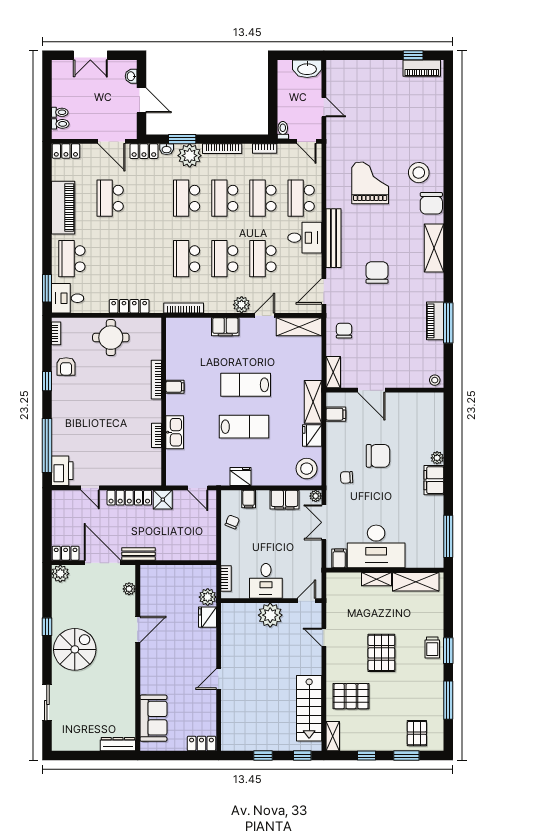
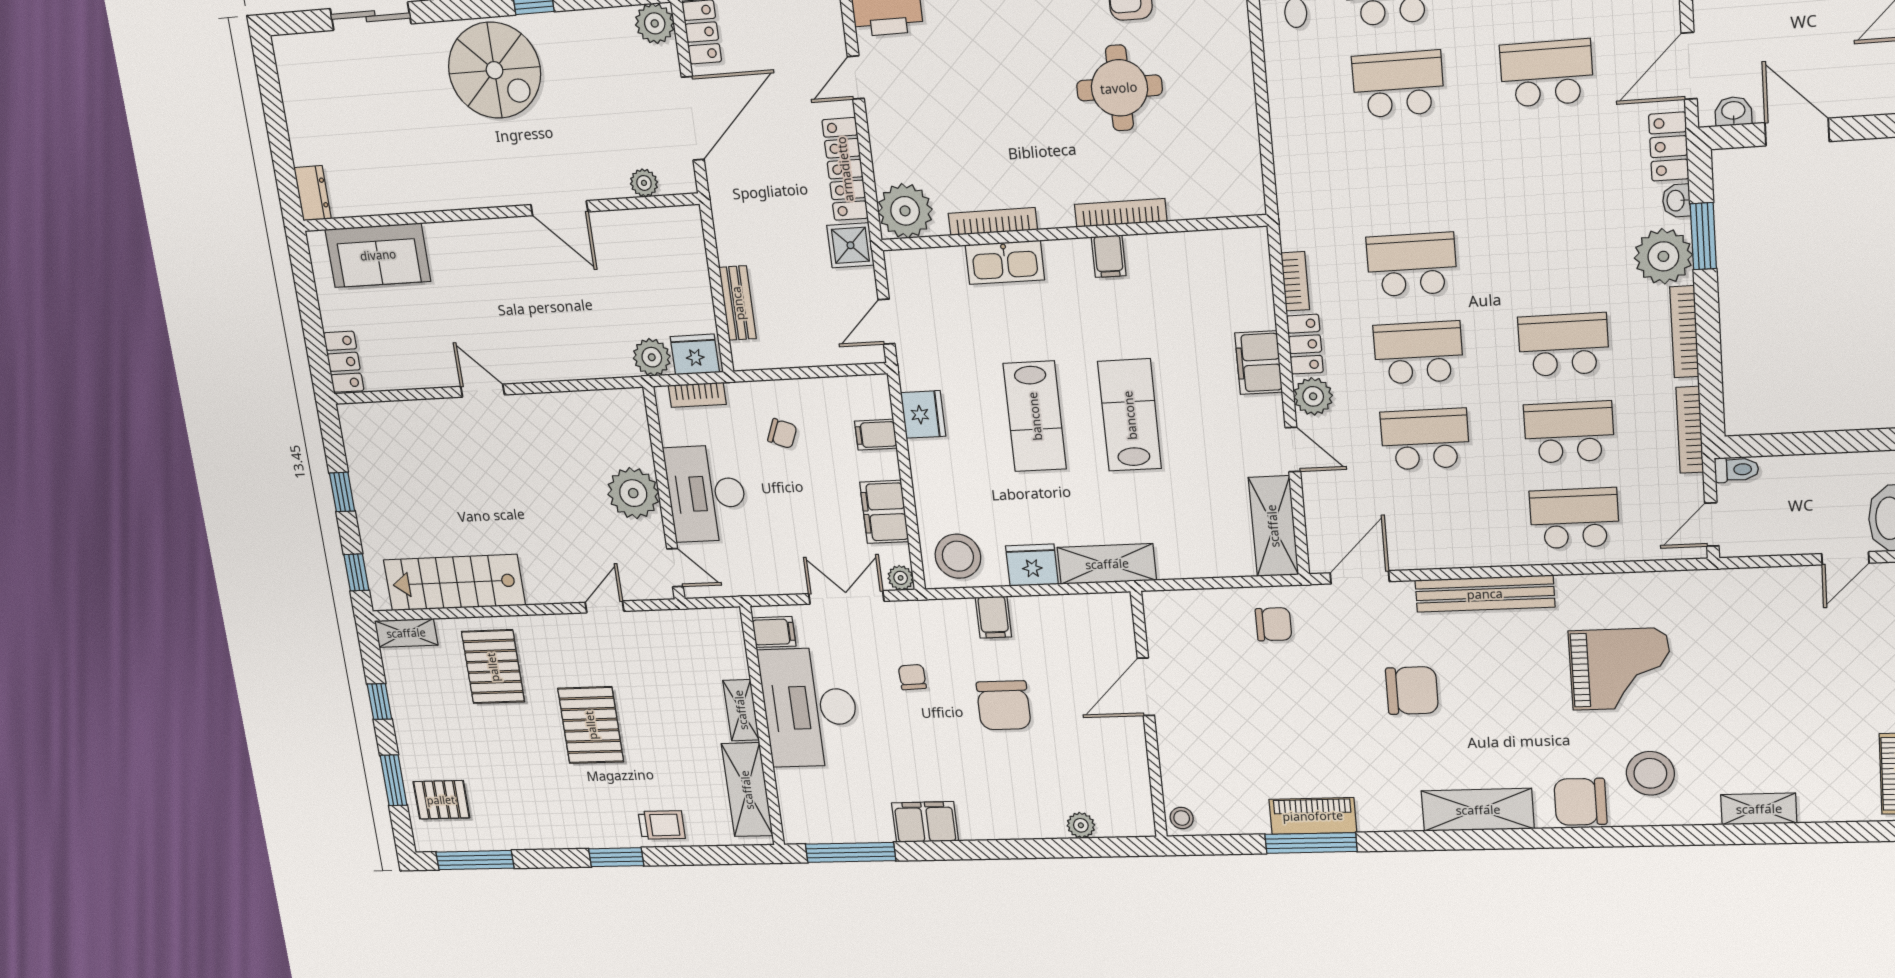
washbasin: (131, 76) -> (1733, 111), moved
door: (142, 100) -> (1797, 132), swing flipped
door: (324, 107) -> (1845, 558), moved
bookcase: (265, 149) -> (1690, 430), width x1.56
school desk: (187, 198) -> (1398, 84), moved
desk: (305, 238) -> (1481, 530), removed
door: (324, 291) -> (1360, 577), hinge flipped
locker: (129, 306) -> (1305, 344), moved, width x0.66
bookcase: (184, 308) -> (1295, 281), width x0.64
round table: (111, 338) -> (1119, 88), moved
shelving: (333, 372) -> (1759, 809), moved
filing cabinet: (336, 414) -> (993, 617), moved
bookcase: (156, 435) -> (993, 222), width x1.56
plant: (437, 458) -> (1081, 825), moved
plant: (149, 473) -> (905, 211), added
chair: (347, 477) -> (912, 677), moved
filing cabinet: (434, 480) -> (925, 822), moved
chair: (232, 522) -> (782, 434), moved
bench: (139, 554) -> (738, 303), moved
desk: (266, 581) -> (706, 493), width x1.37
fridge: (208, 617) -> (695, 354), moved
trolley: (432, 648) -> (662, 825), moved, turned 180
pallet: (381, 653) -> (591, 725), turned 90
window: (448, 700) -> (475, 860), moved
dresser: (118, 744) -> (313, 193), width x0.70

